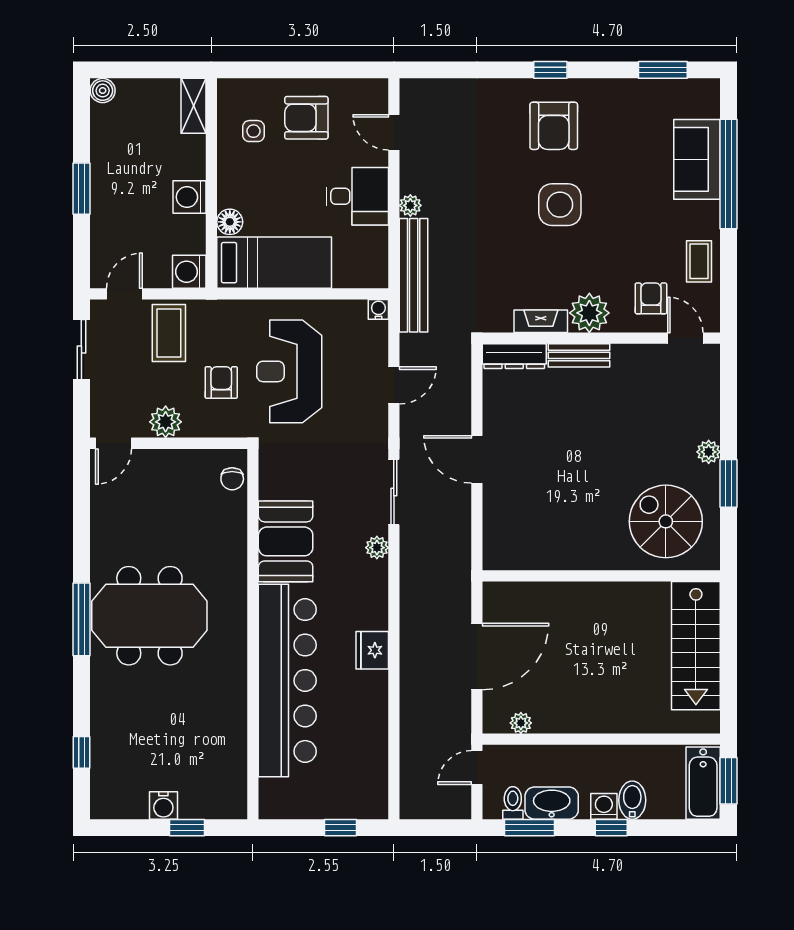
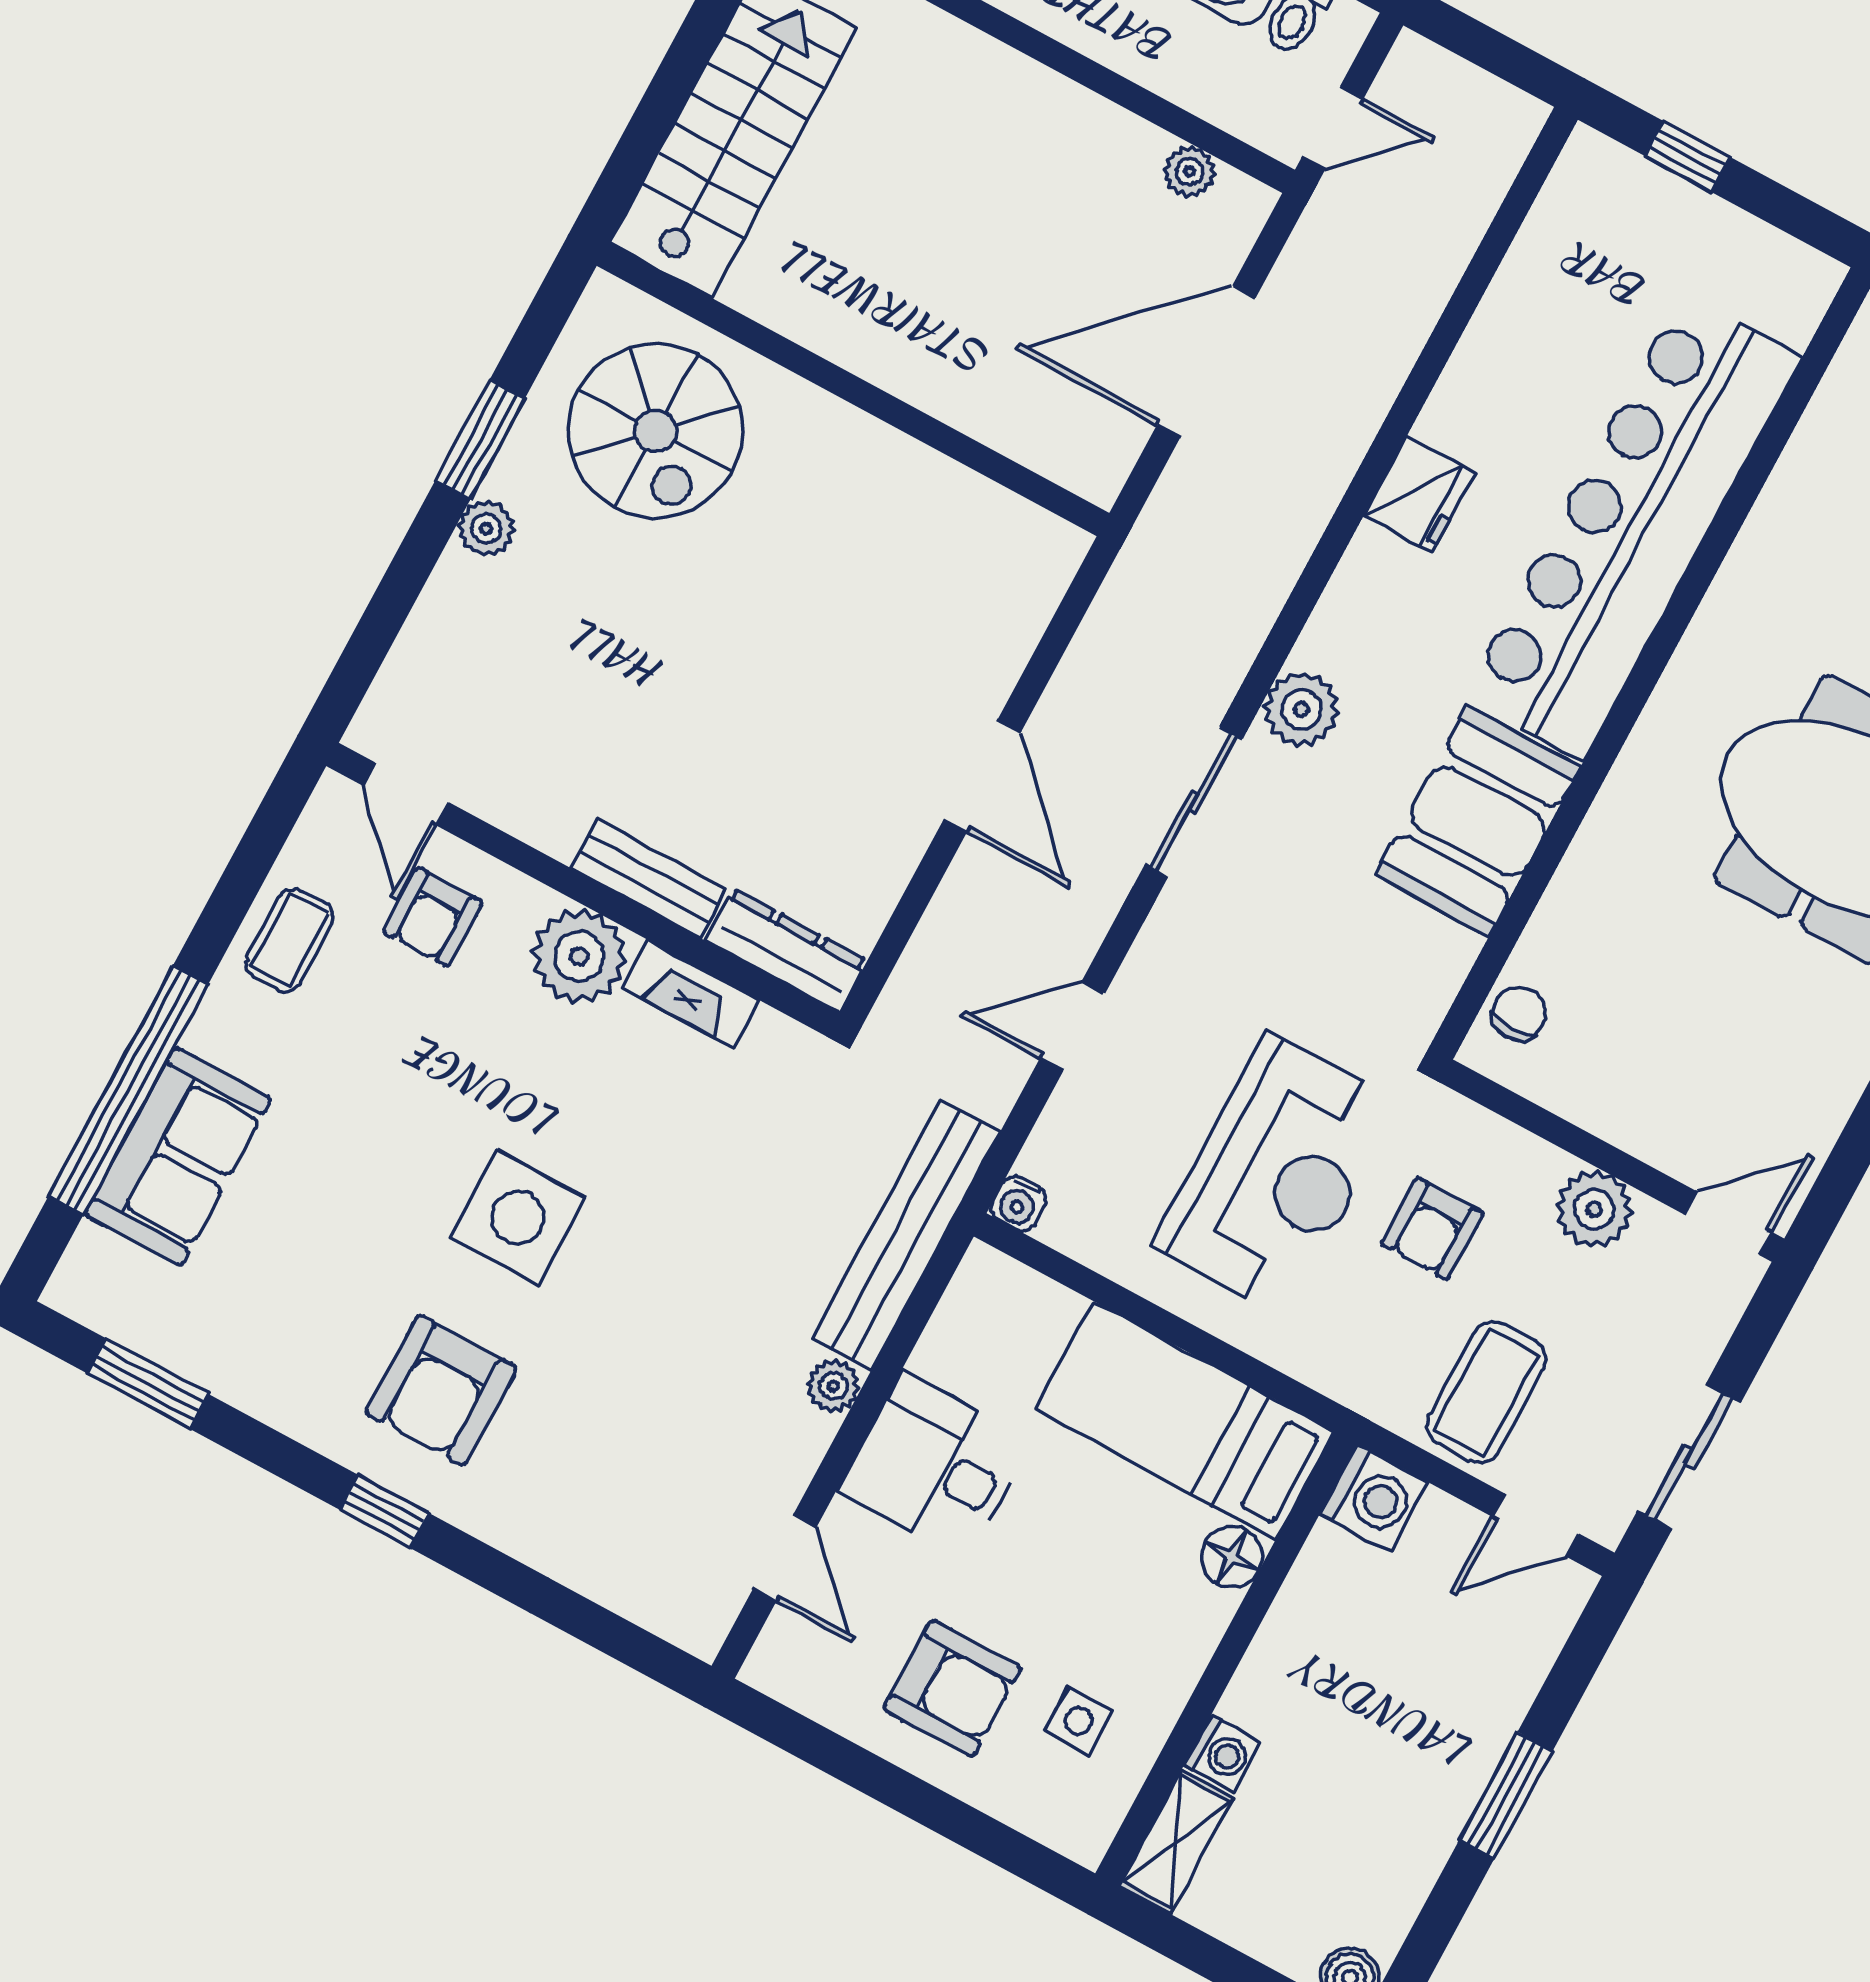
armchair: (554, 126) -> (441, 1390), turned 180
washing machine: (190, 197) -> (1222, 1754), moved, width x0.73, depth x0.73
plant: (377, 548) -> (1302, 709), width x1.38, depth x1.38

